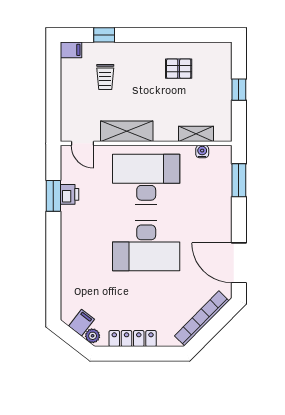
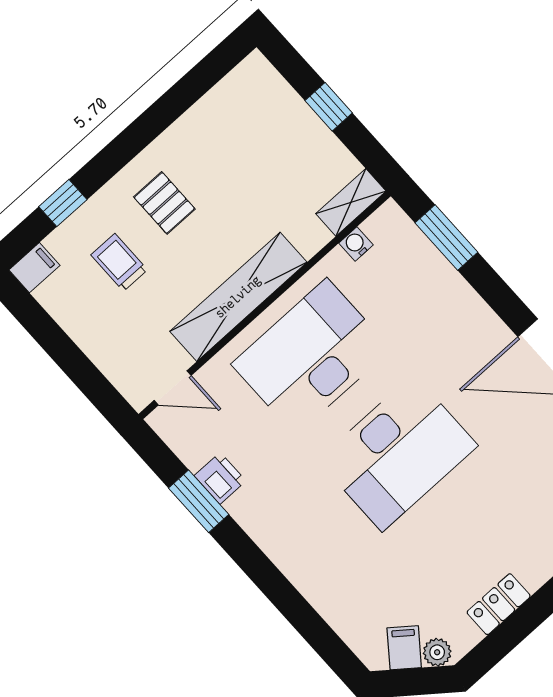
pallet: (179, 69) -> (164, 203), moved, turned 90
trolley: (105, 77) -> (119, 262), turned 180
shelving: (127, 131) -> (238, 297), width x1.47
shelving: (196, 134) -> (351, 202), moved
locker: (133, 339) -> (499, 604), width x0.66

